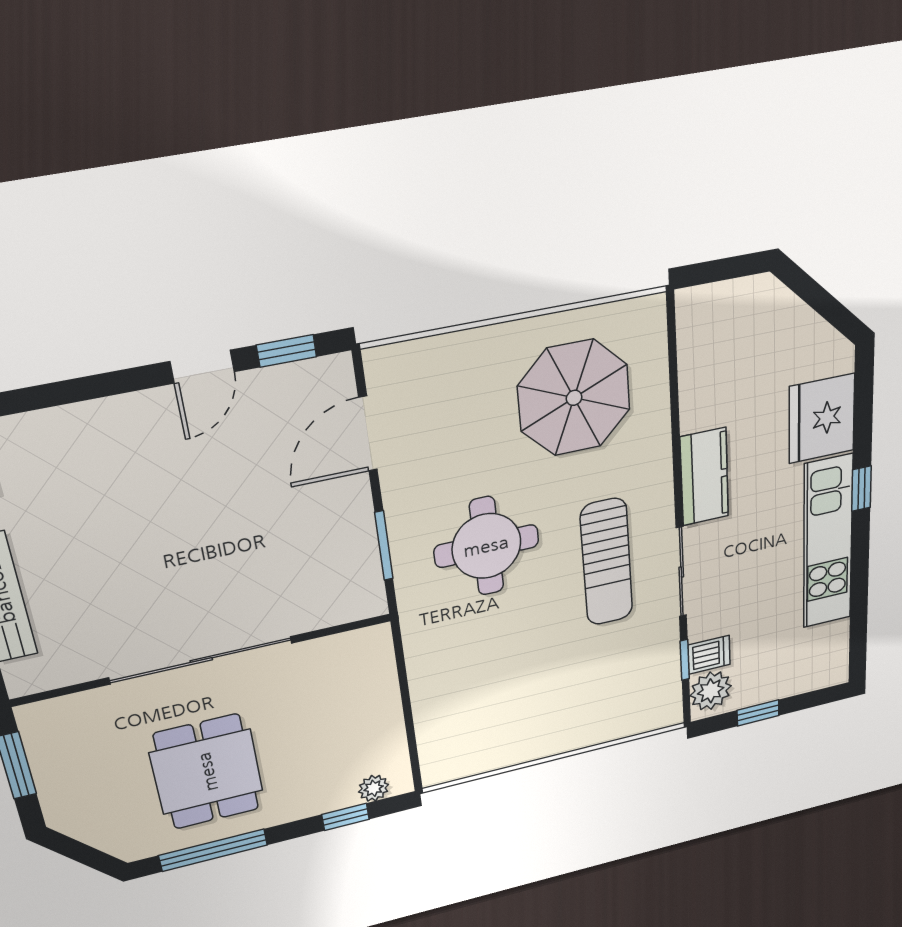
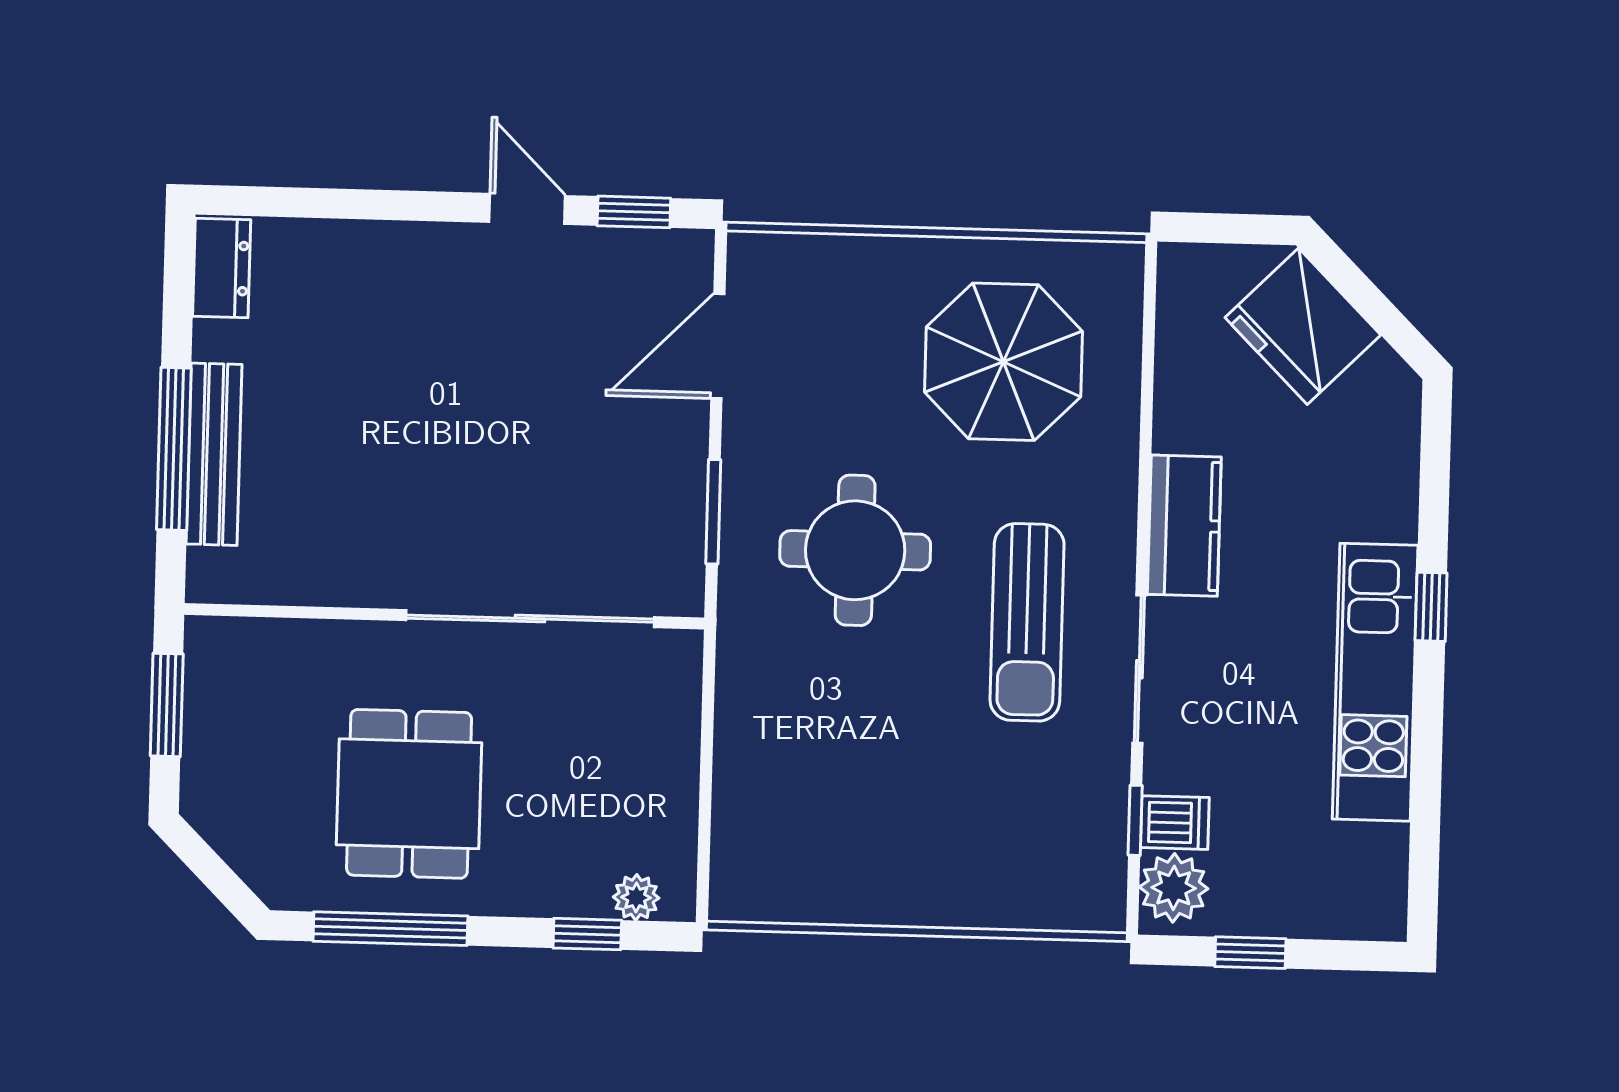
door: (202, 367) -> (527, 209), swing flipped
fridge: (822, 419) -> (1303, 326), moved, turned -45
sliding door: (201, 660) -> (530, 619), moved

